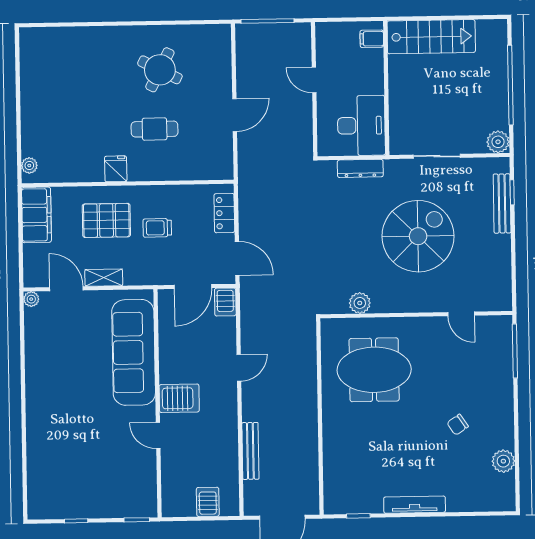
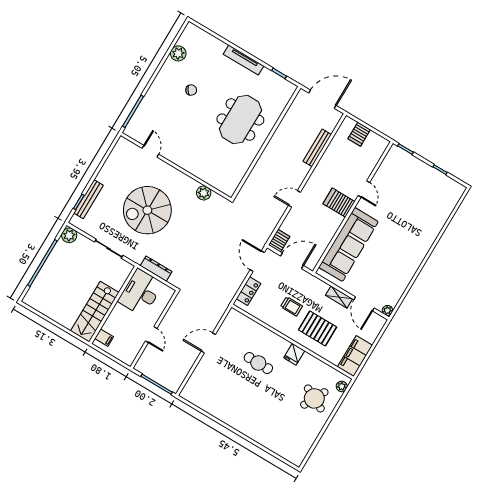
stairs: (431, 37) -> (95, 312), moved, turned -90
round table: (160, 70) -> (314, 398), moved
meeting table: (374, 370) -> (240, 120), moved, turned 90

